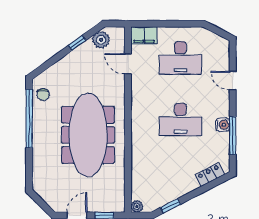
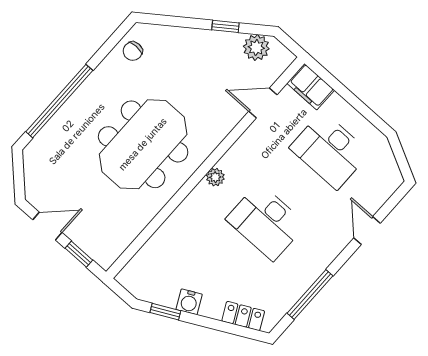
door: (128, 64) -> (263, 103), hinge flipped
window: (29, 118) -> (59, 101), moved
water cooler: (223, 125) -> (189, 302), moved, turned 63
meeting table: (88, 135) -> (143, 144), width x0.73
plant: (137, 206) -> (215, 177), moved

